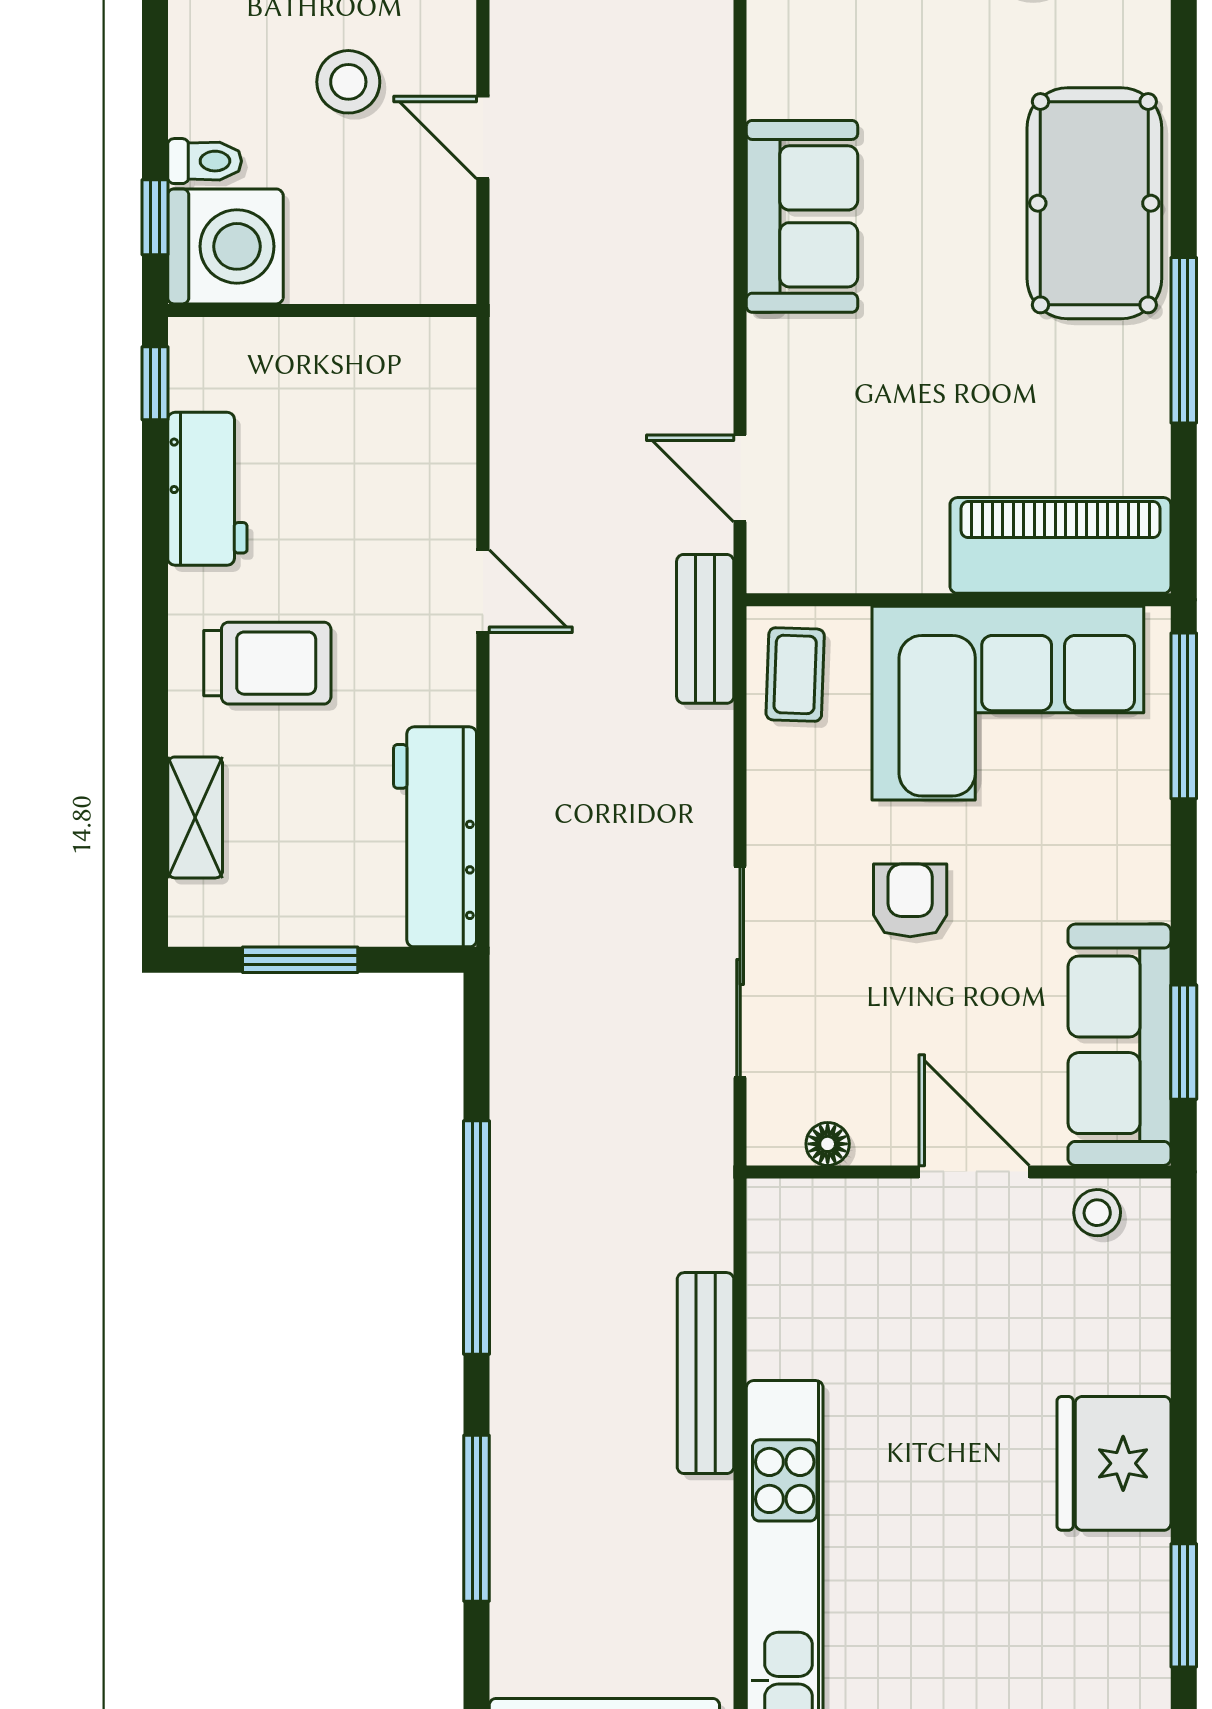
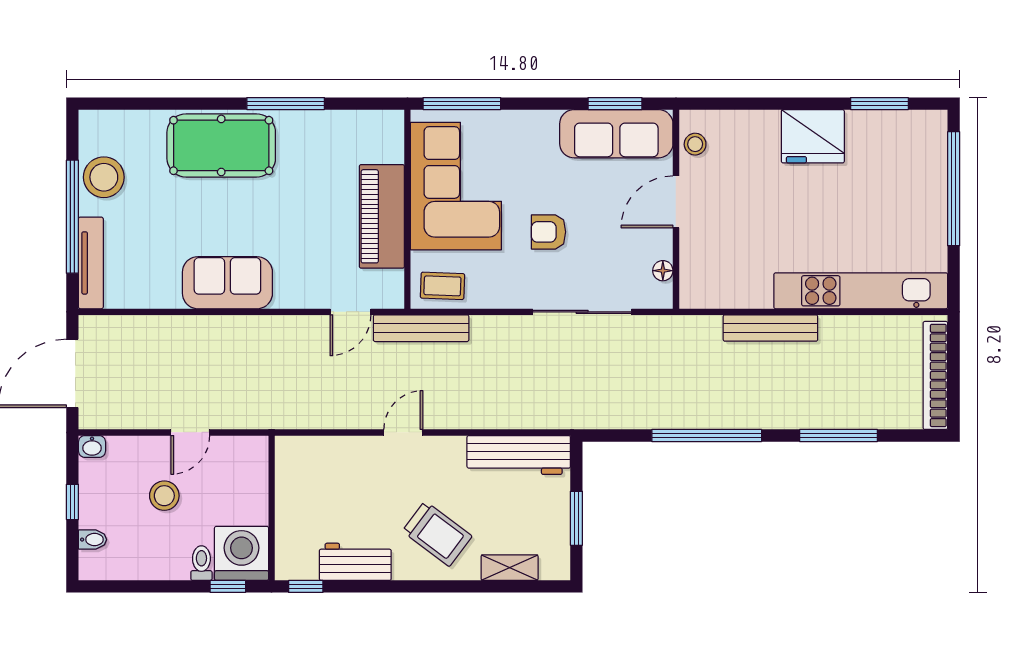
piano: (1060, 545) -> (382, 216), moved
bench: (705, 629) -> (421, 328), width x1.36
trolley: (267, 663) -> (437, 534), turned 127

